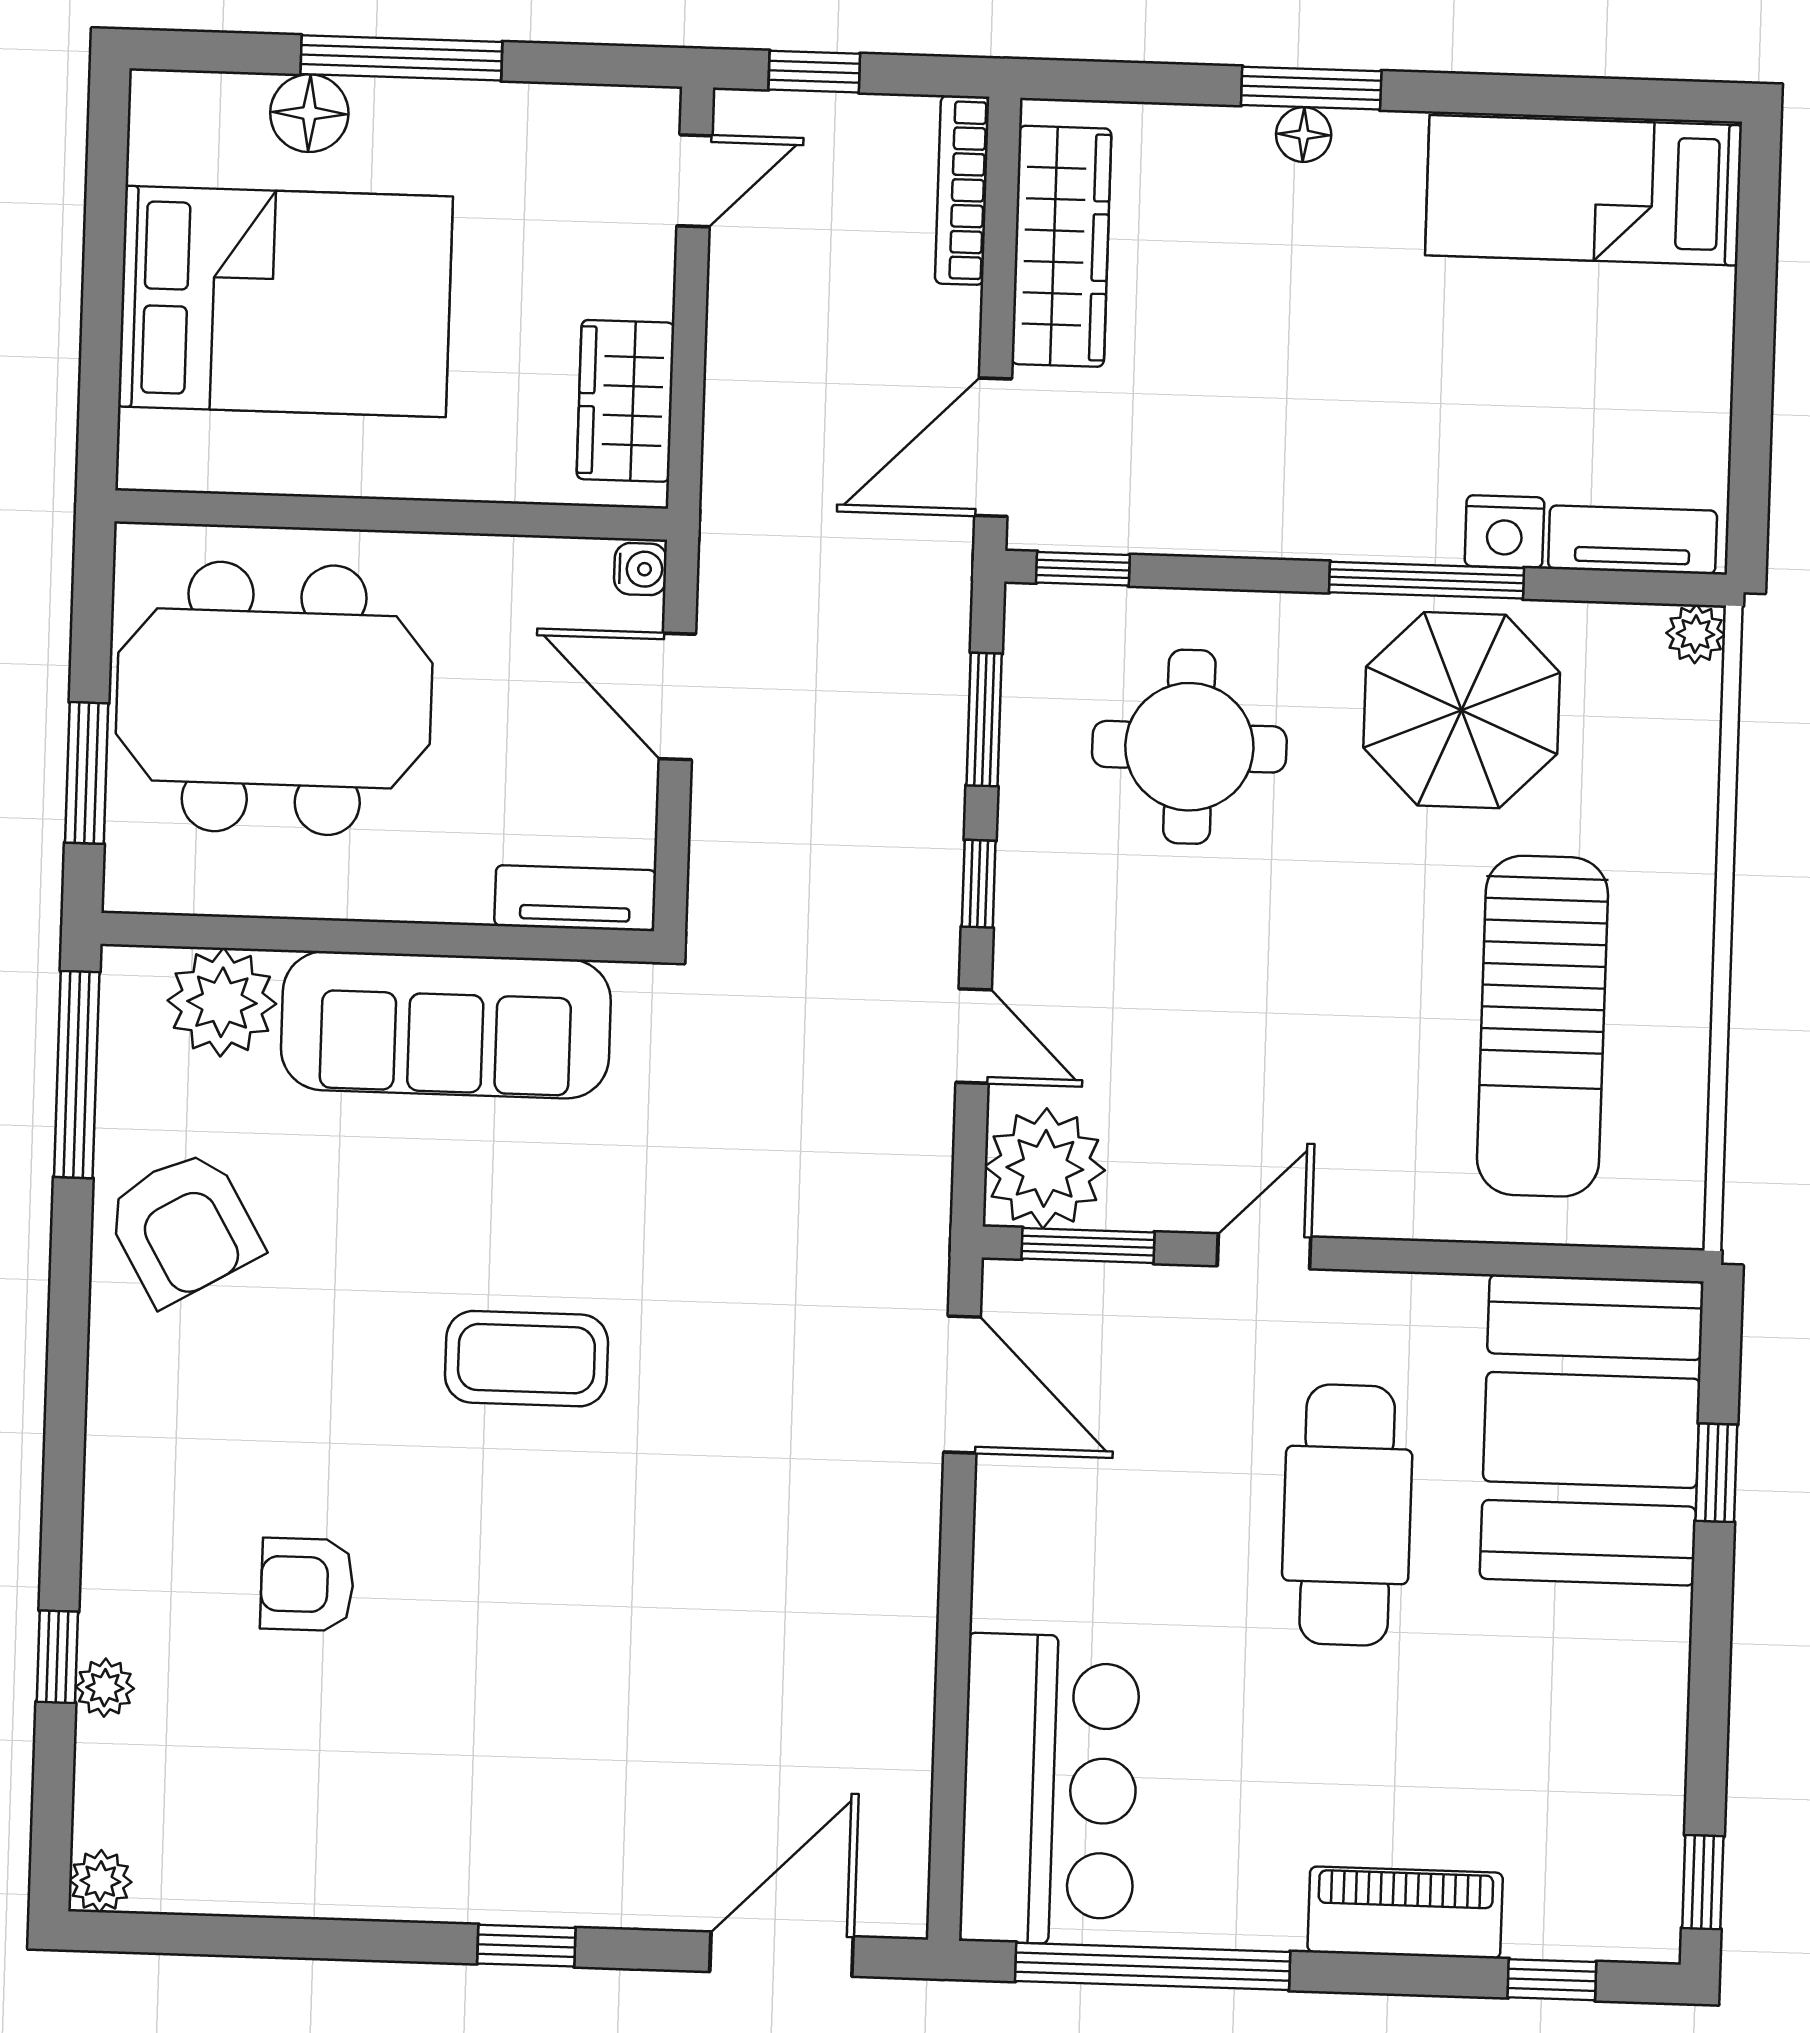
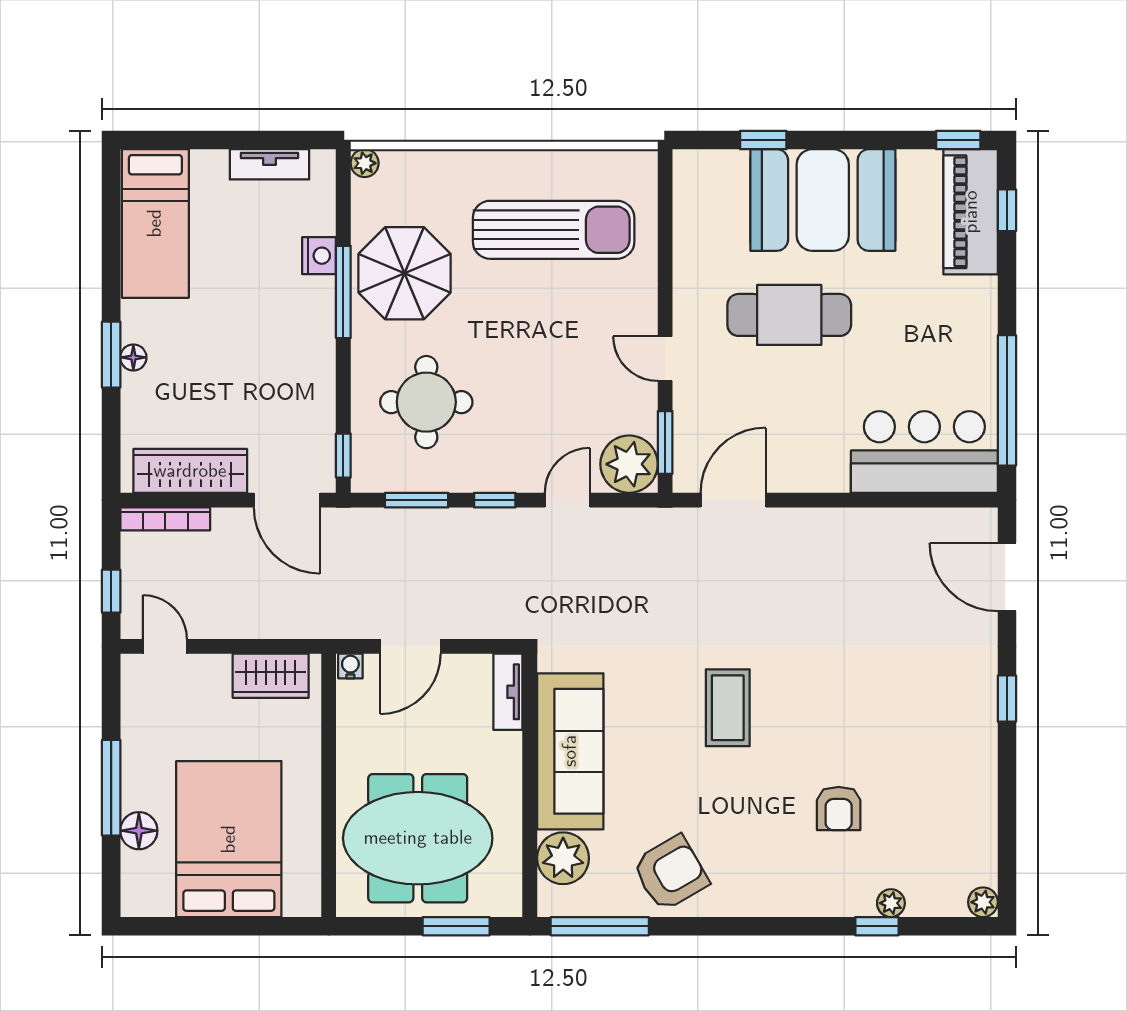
tv unit: (1633, 540) -> (270, 164), moved, turned -90
meeting table: (274, 698) -> (418, 838), turned 90
booth: (1592, 1430) -> (823, 200), moved
piano: (1405, 1913) -> (971, 212), moved, width x1.37, depth x1.33

